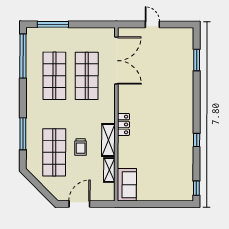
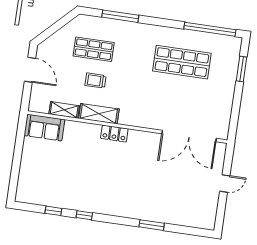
window: (53, 24) -> (241, 69), width x0.69
window: (197, 60) -> (152, 225), moved
shop shelf: (87, 76) -> (176, 99), removed
shop shelf: (54, 152) -> (94, 49), width x0.70, depth x0.74
window: (196, 188) -> (53, 211), moved

